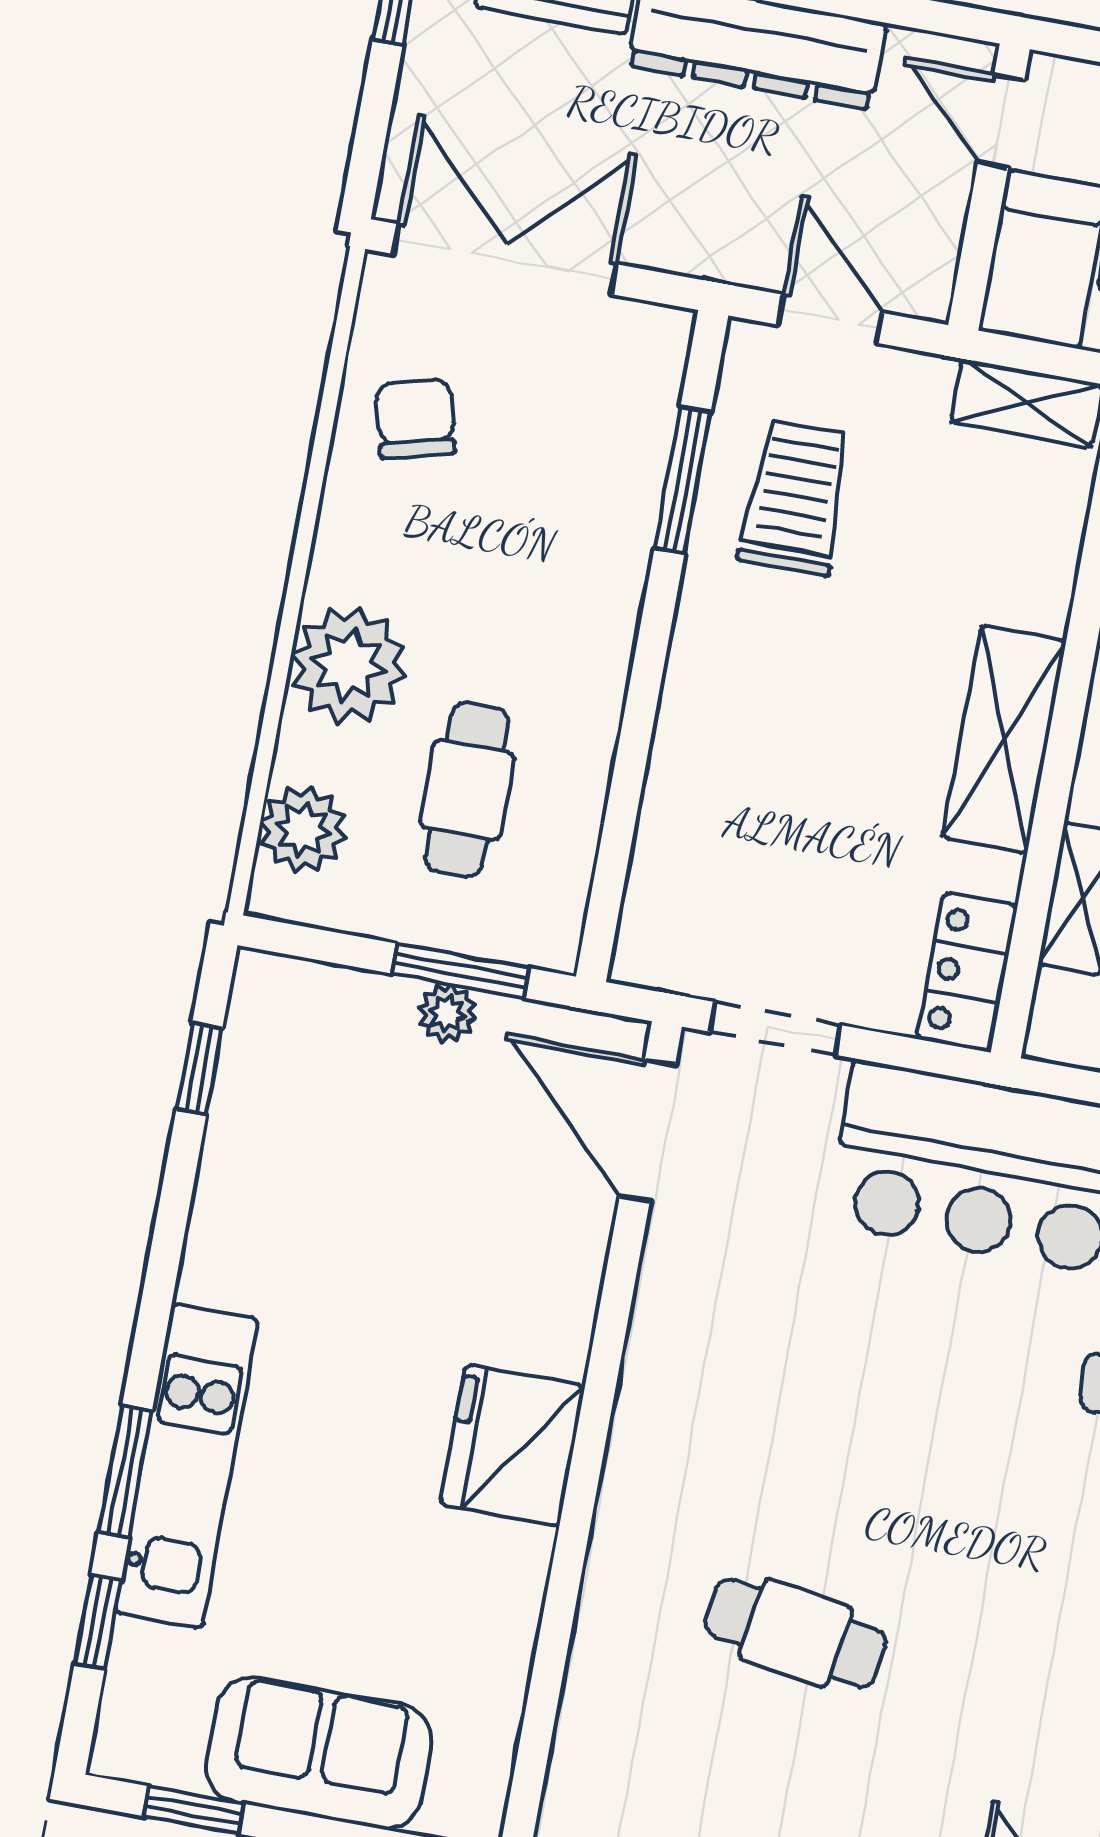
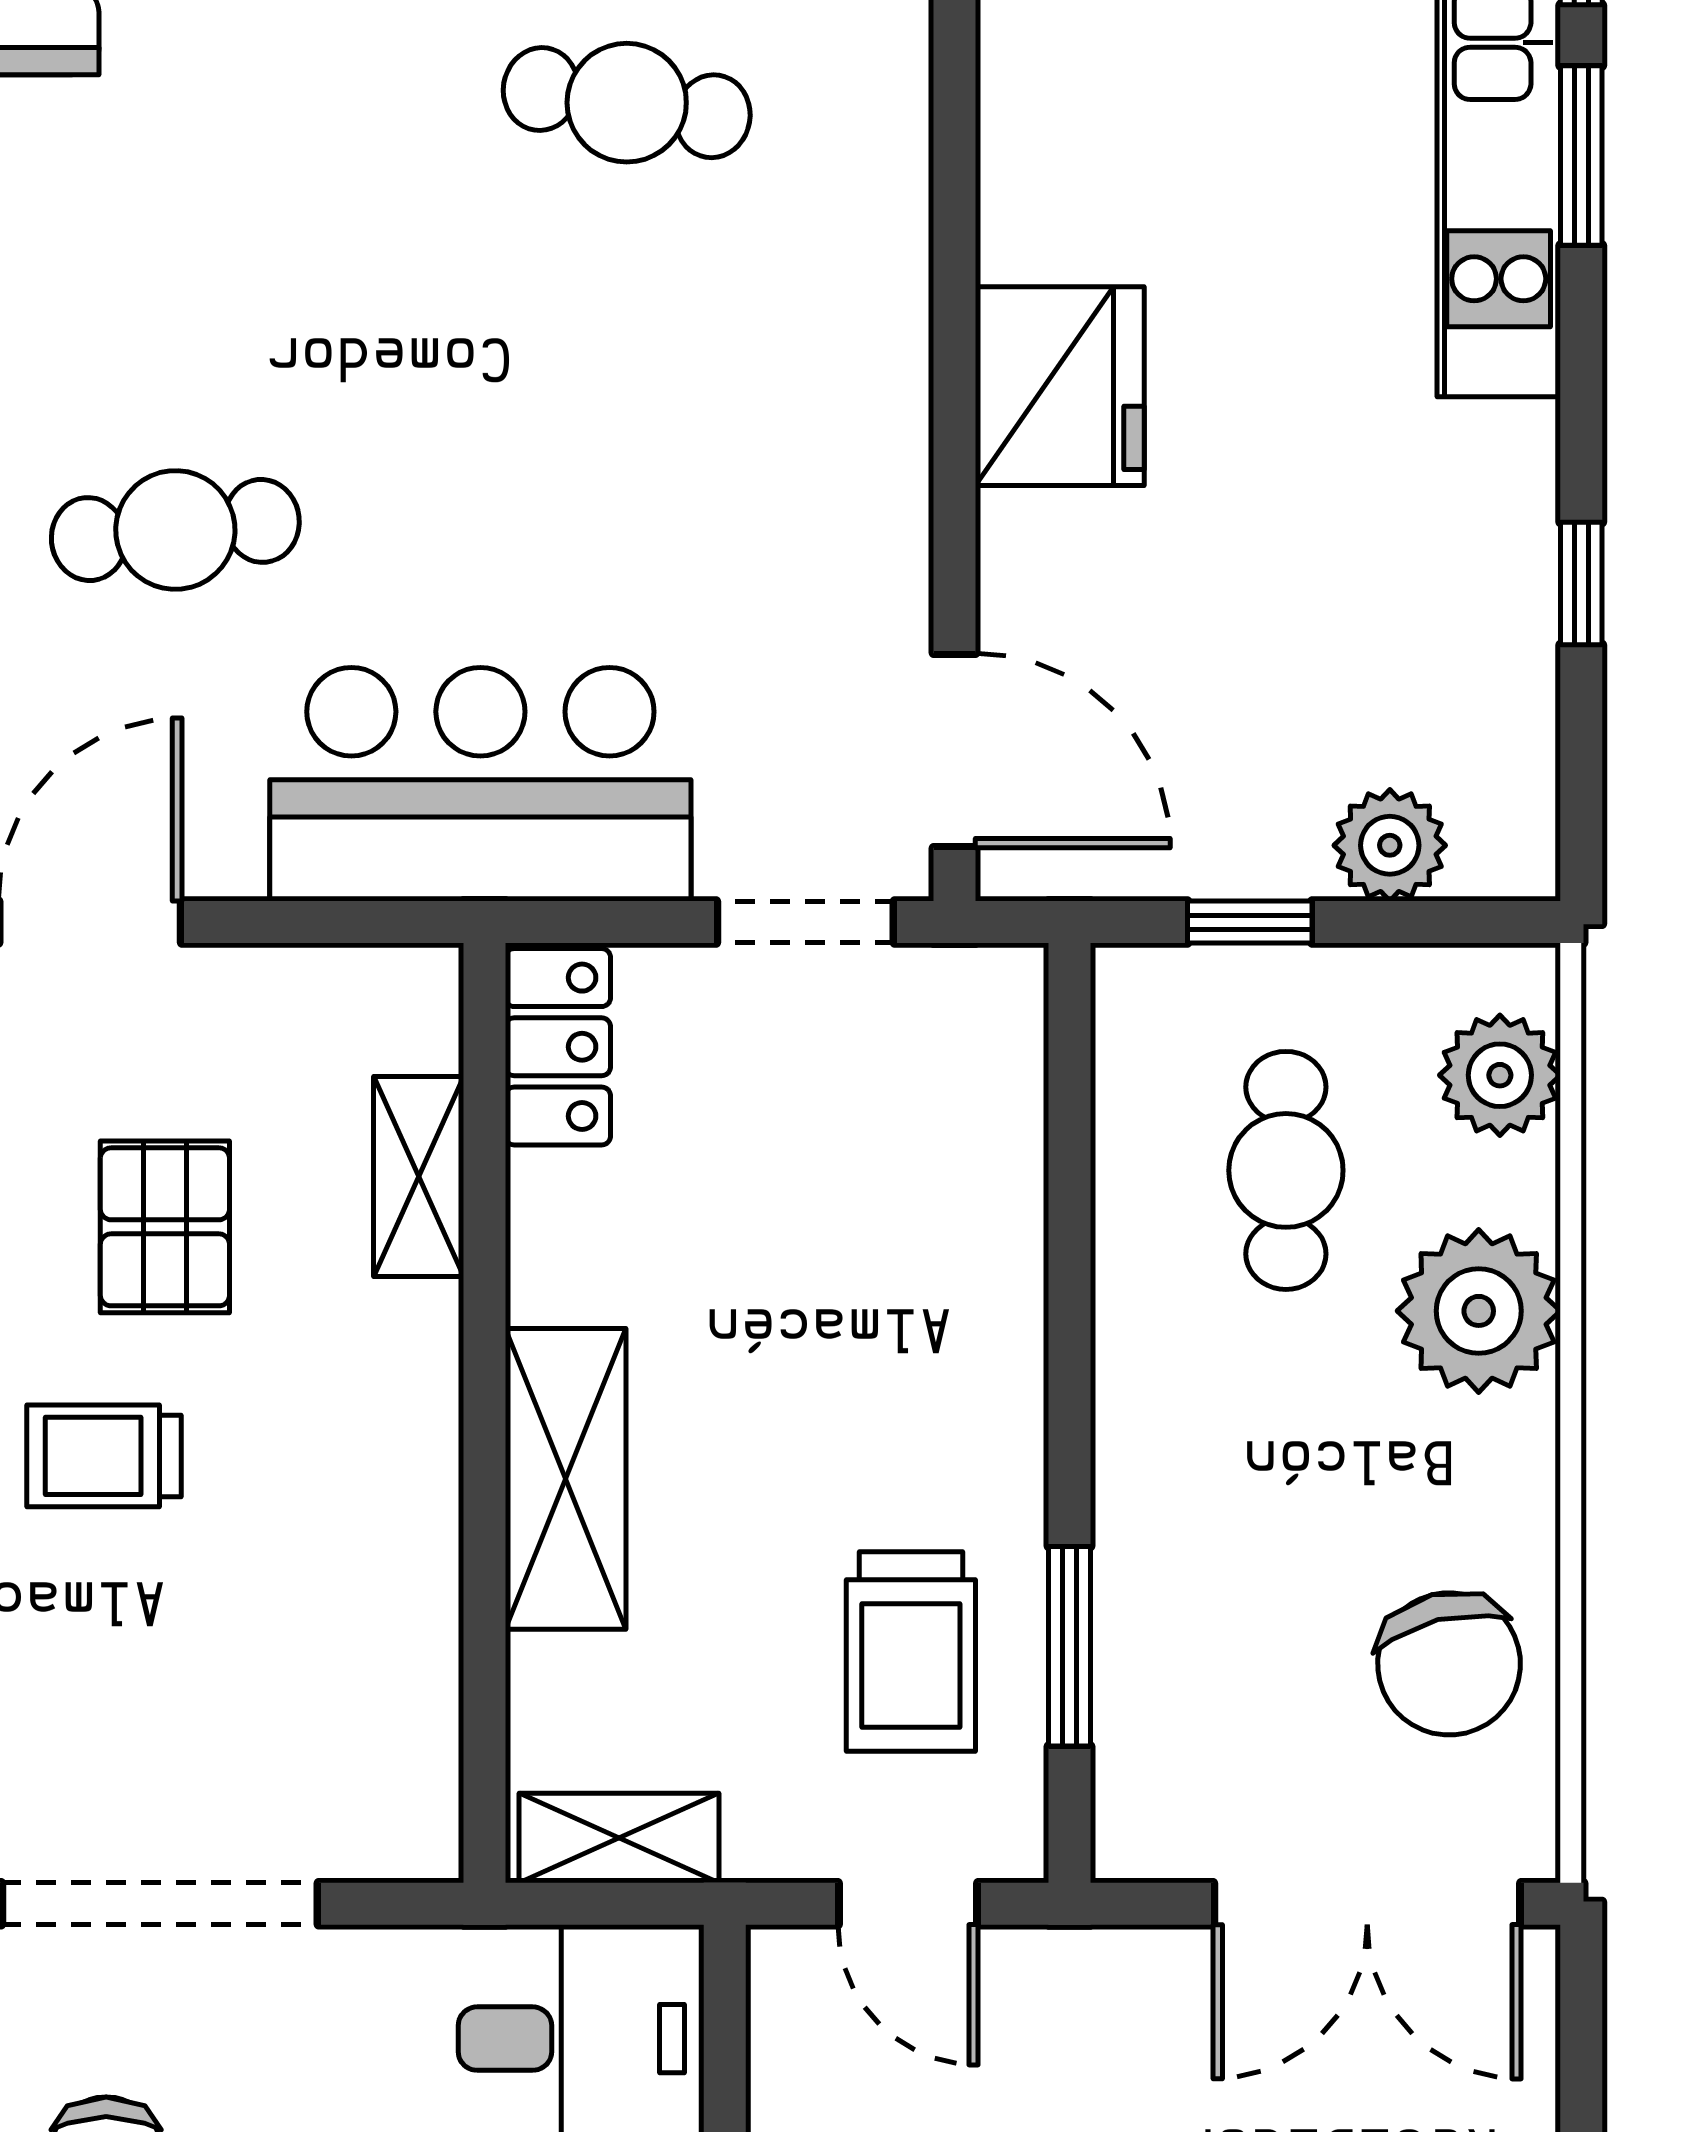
chair: (416, 419) -> (1449, 1664), width x1.37, depth x1.37
shelving: (1004, 739) -> (566, 1479), moved
window: (460, 971) -> (1250, 922), width x0.67
plant: (447, 1013) -> (1390, 845), moved, width x1.38, depth x1.38
window: (199, 1068) -> (1581, 583), moved
fridge: (513, 1445) -> (1060, 386), moved

